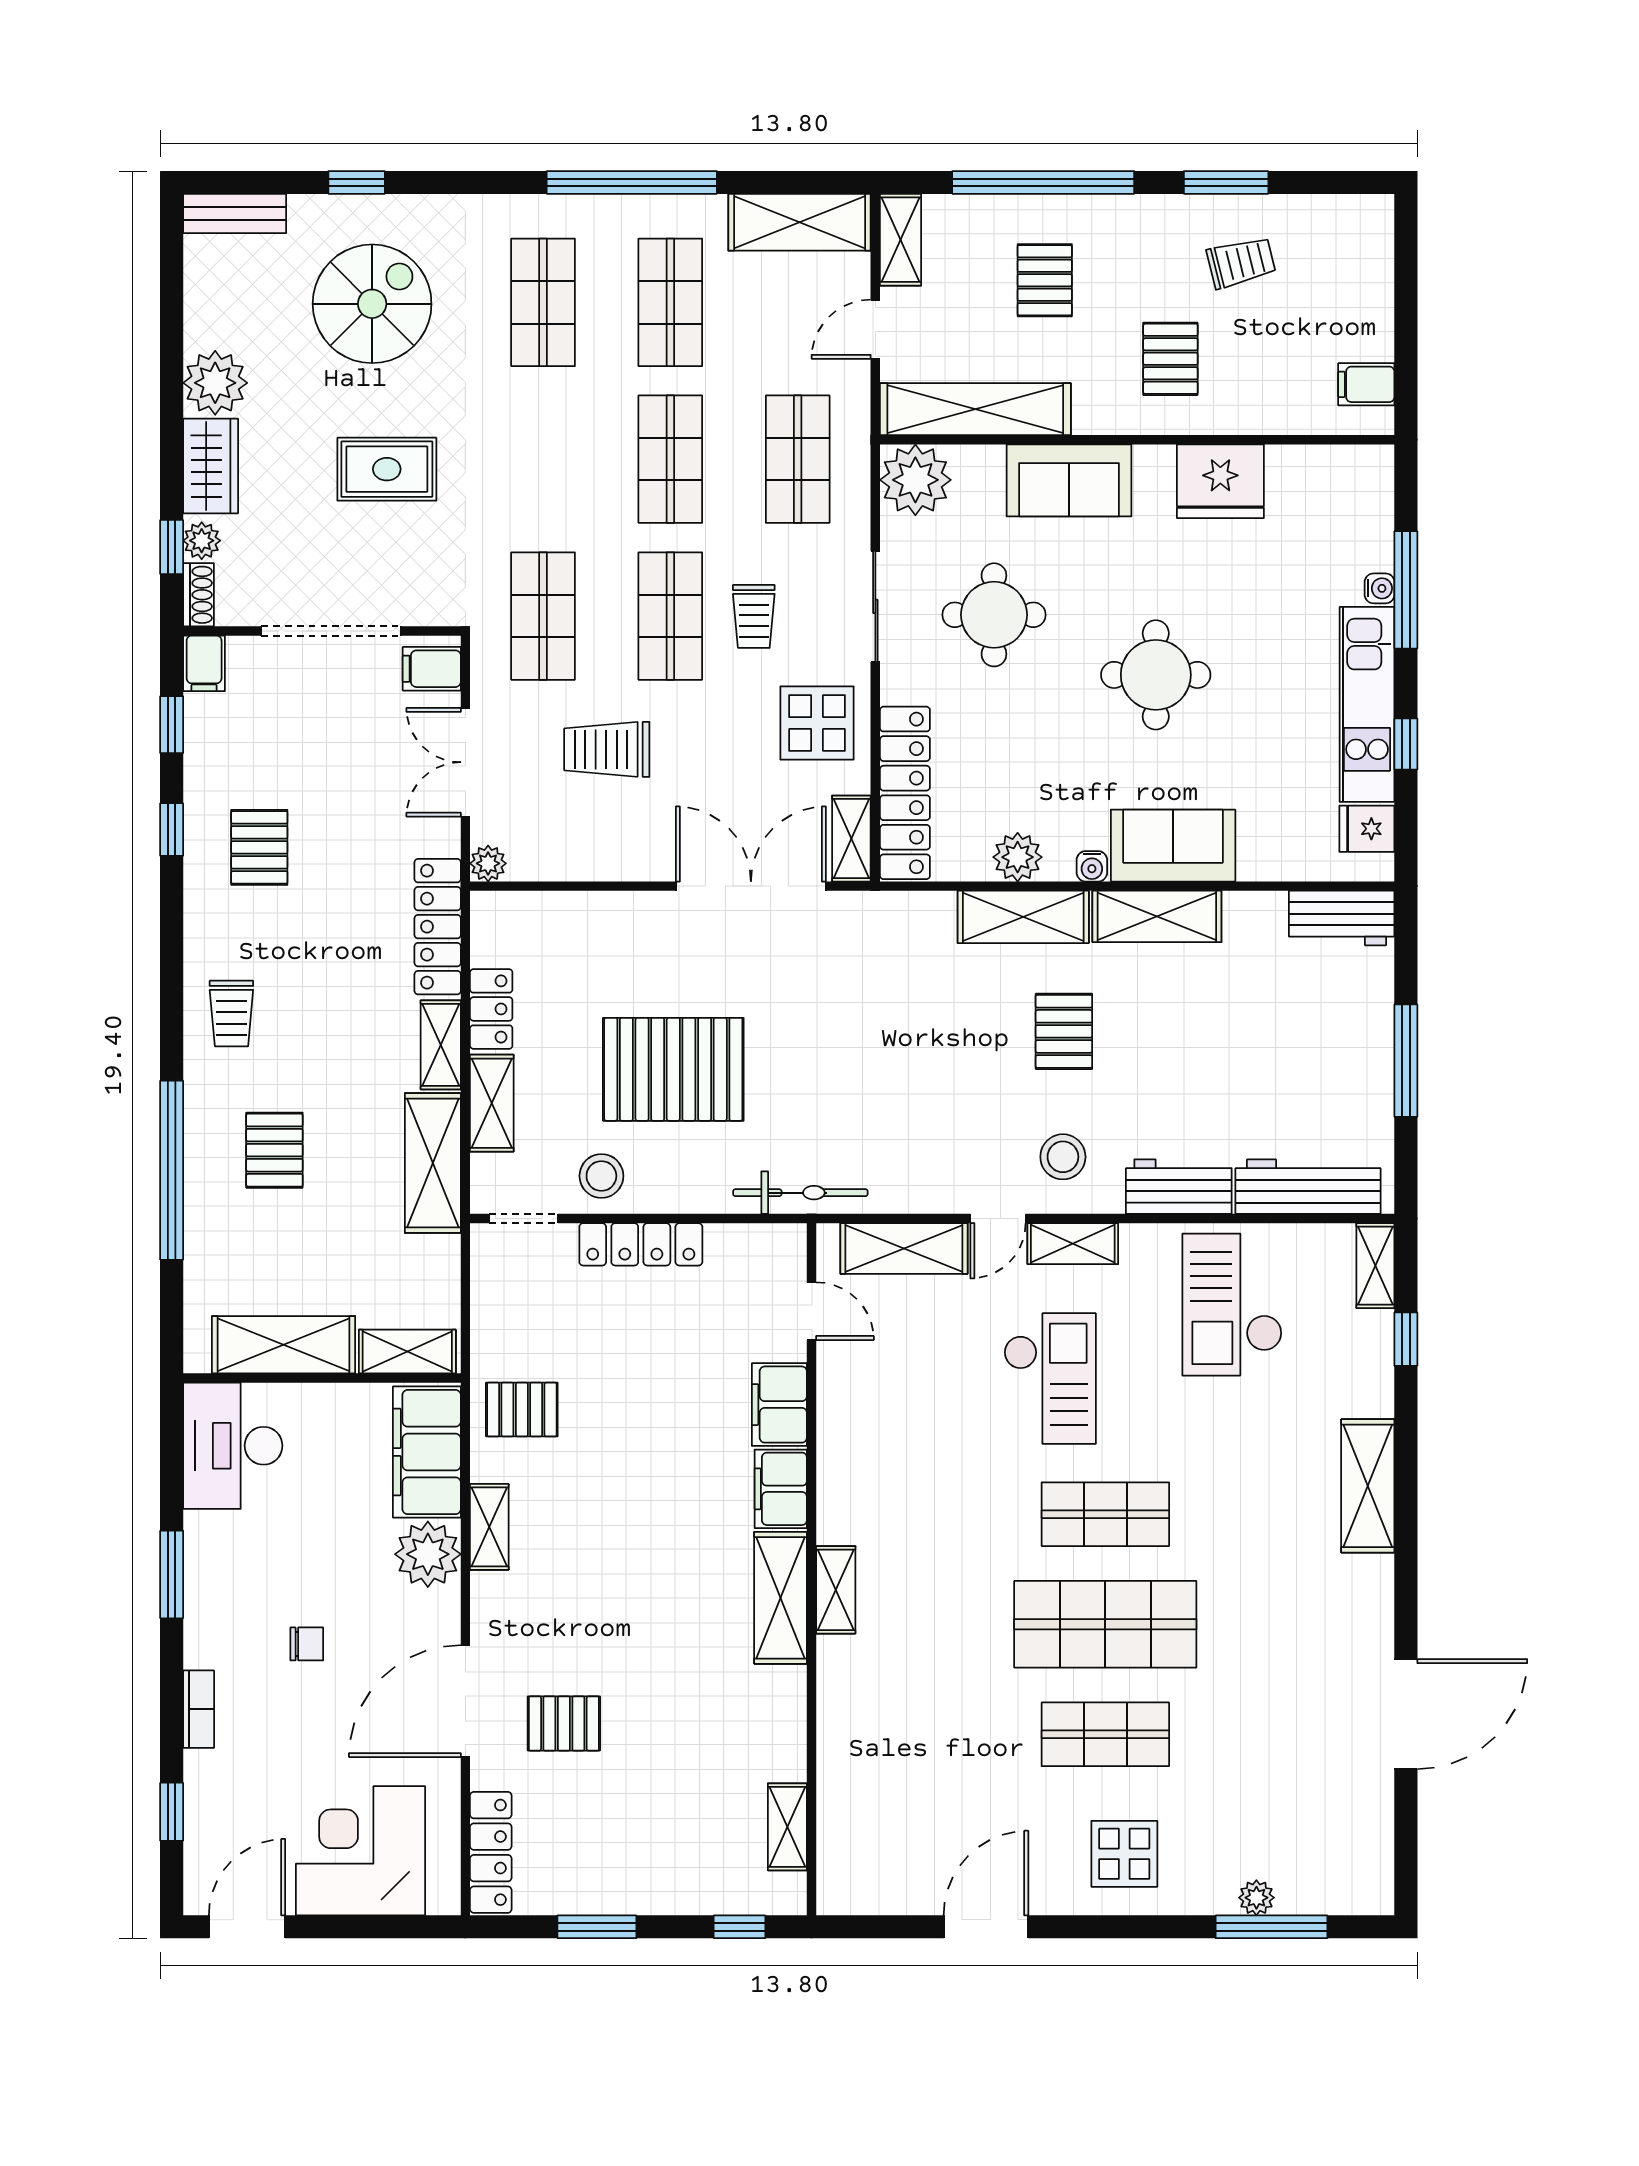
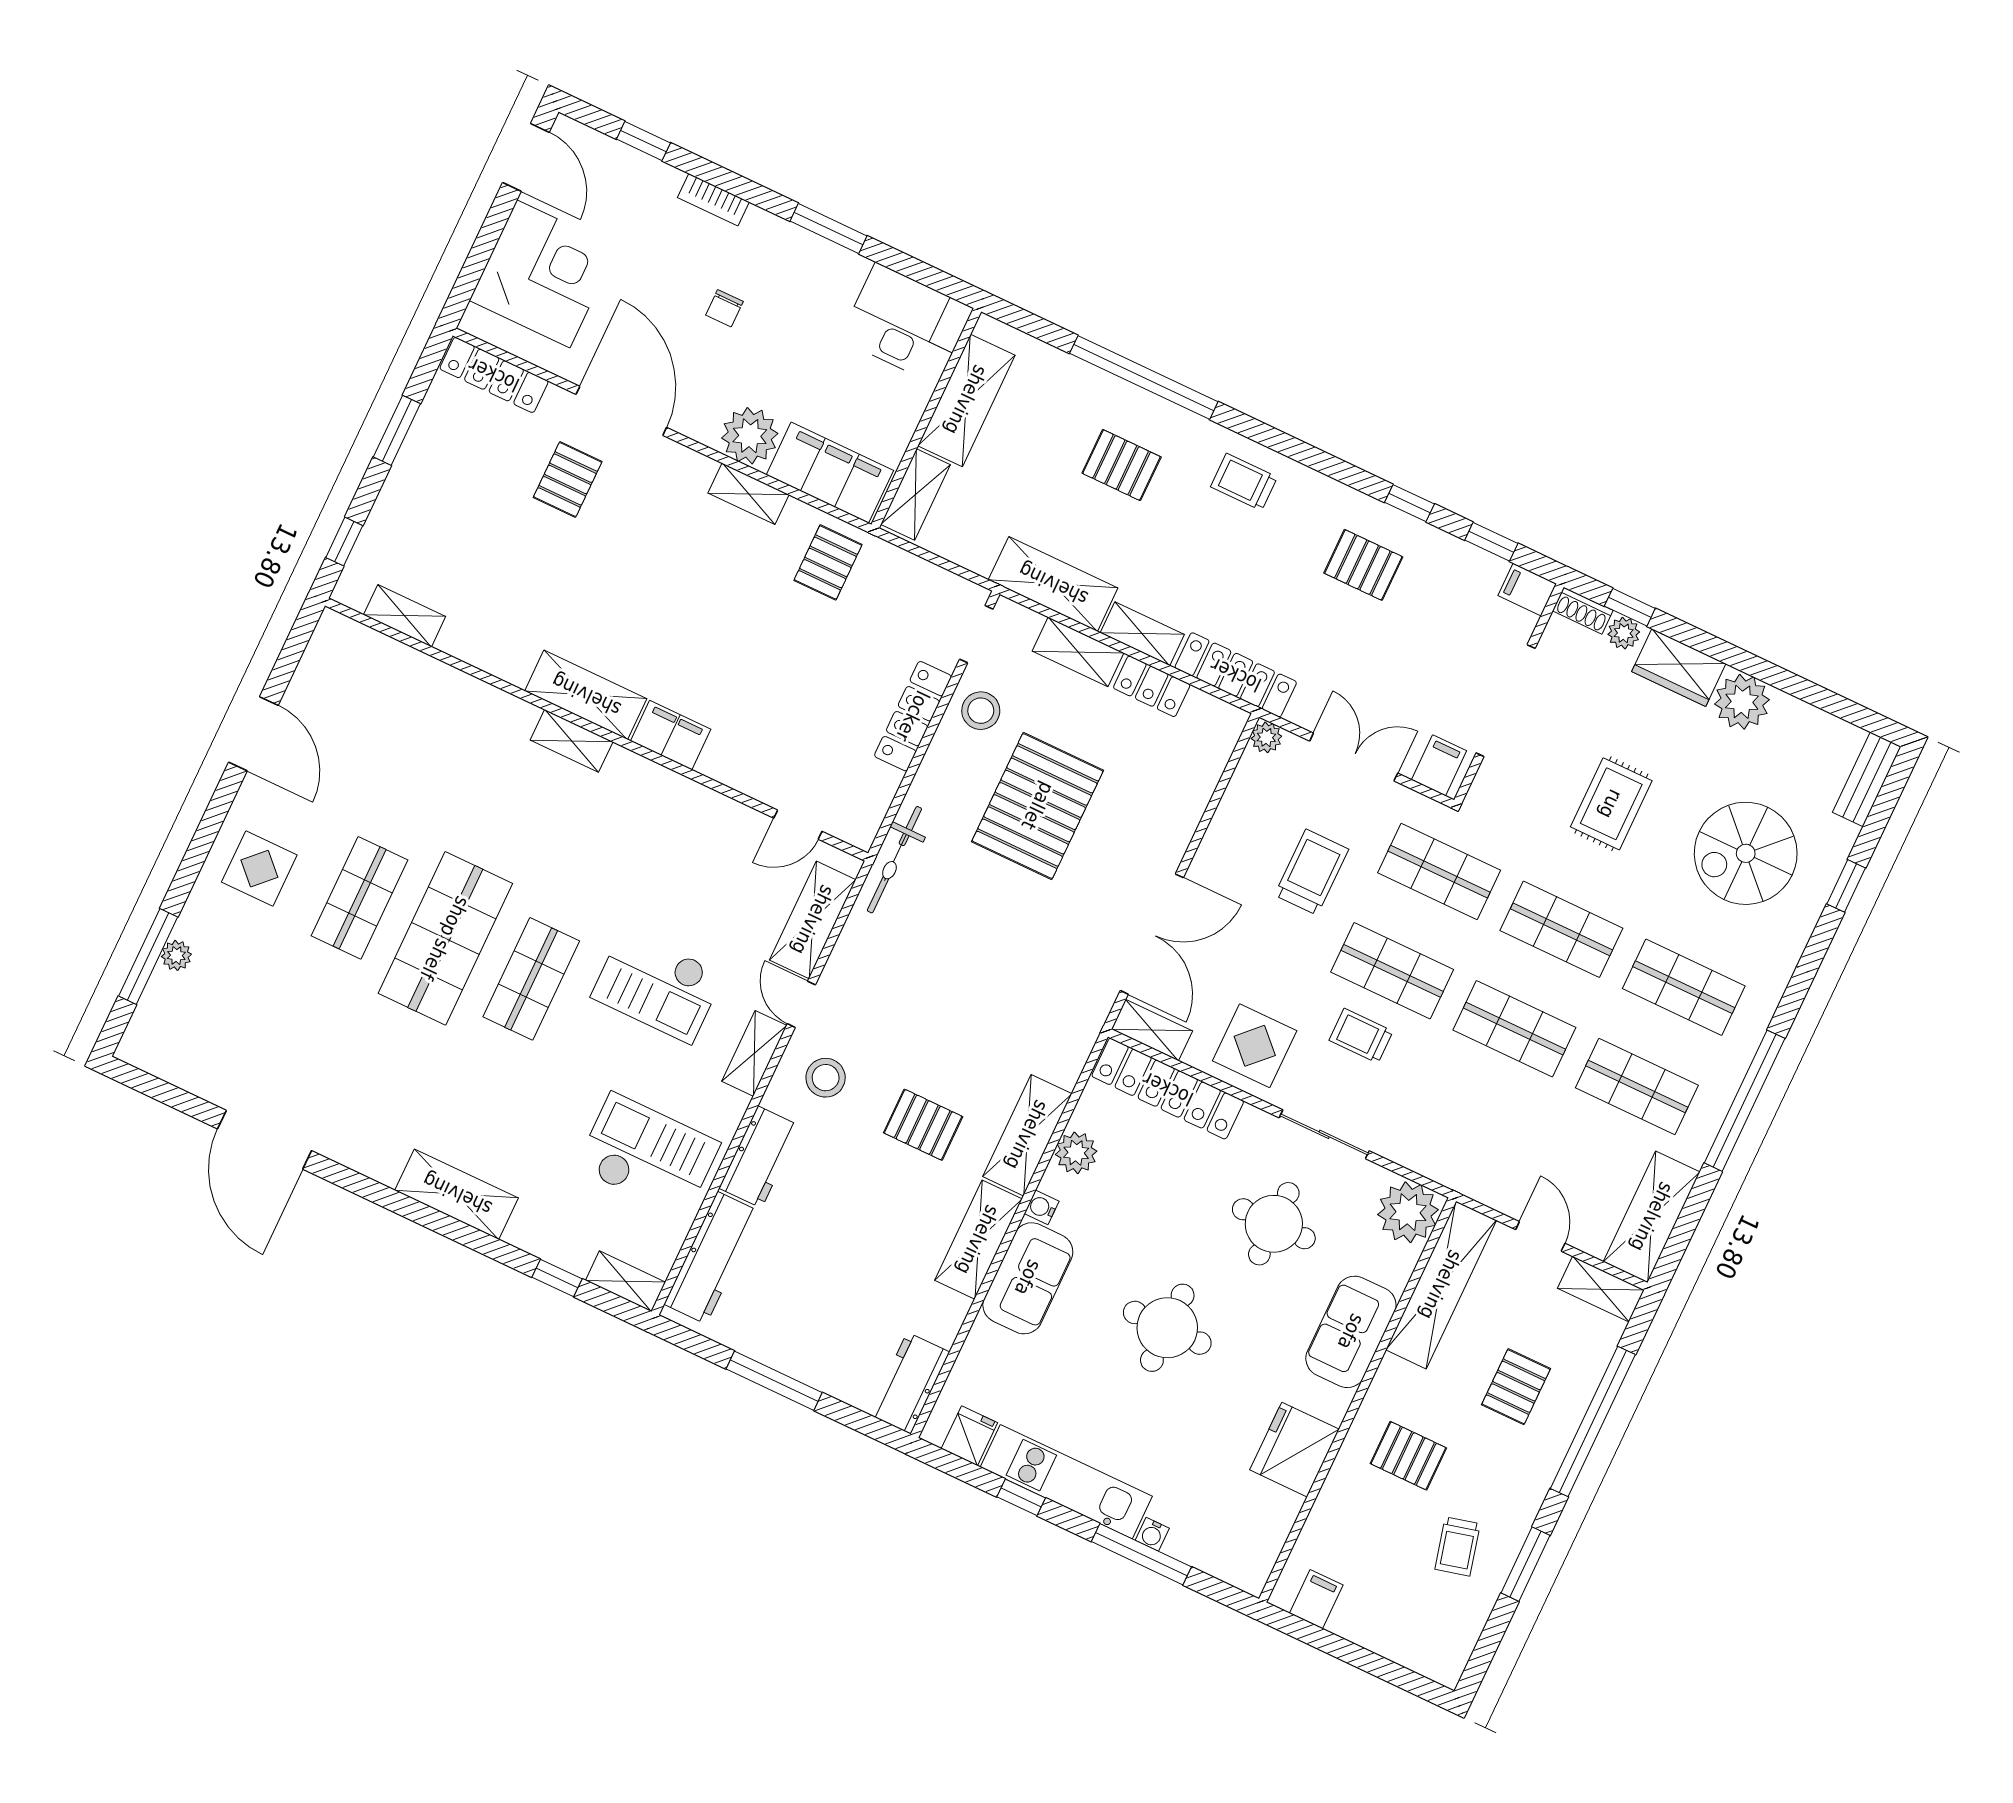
pallet: (1045, 280) -> (1516, 1387), turned 90
spiral stairs: (372, 304) -> (1746, 853), turned 90
shop shelf: (798, 459) -> (1561, 929), moved
filing cabinet: (779, 1405) -> (737, 765), removed

